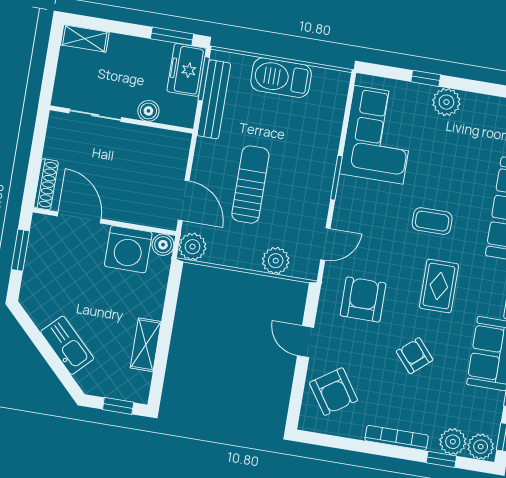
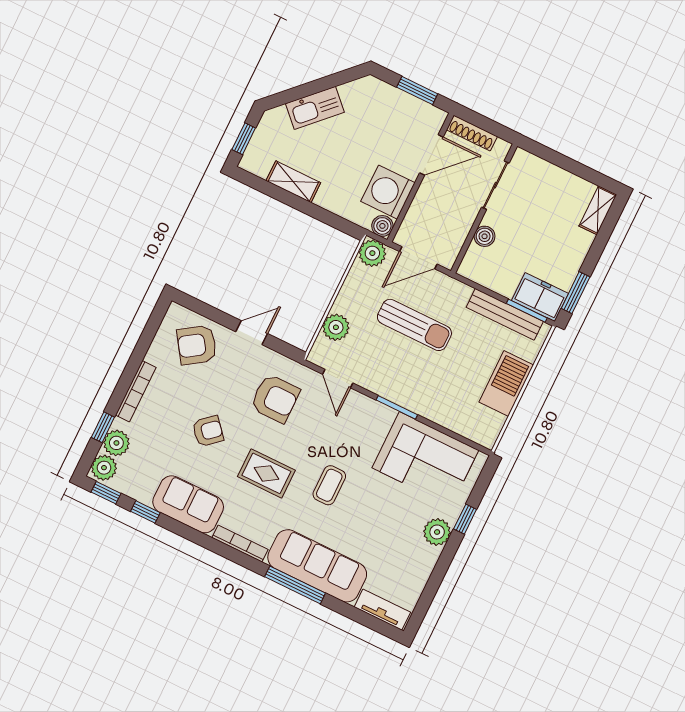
boiler: (148, 111) -> (485, 236), moved
sliding door: (95, 115) -> (495, 185), moved
wall: (121, 120) -> (484, 208), moved

